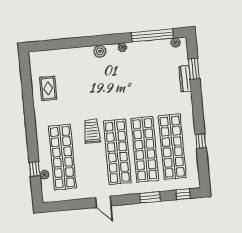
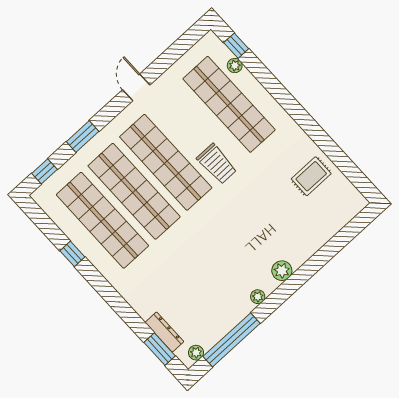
window: (194, 69) -> (160, 349), moved
dresser: (185, 79) -> (164, 332), moved
rug: (48, 88) -> (311, 176), turned 90
window: (35, 169) -> (236, 46), moved
door: (103, 202) -> (136, 87), hinge flipped

